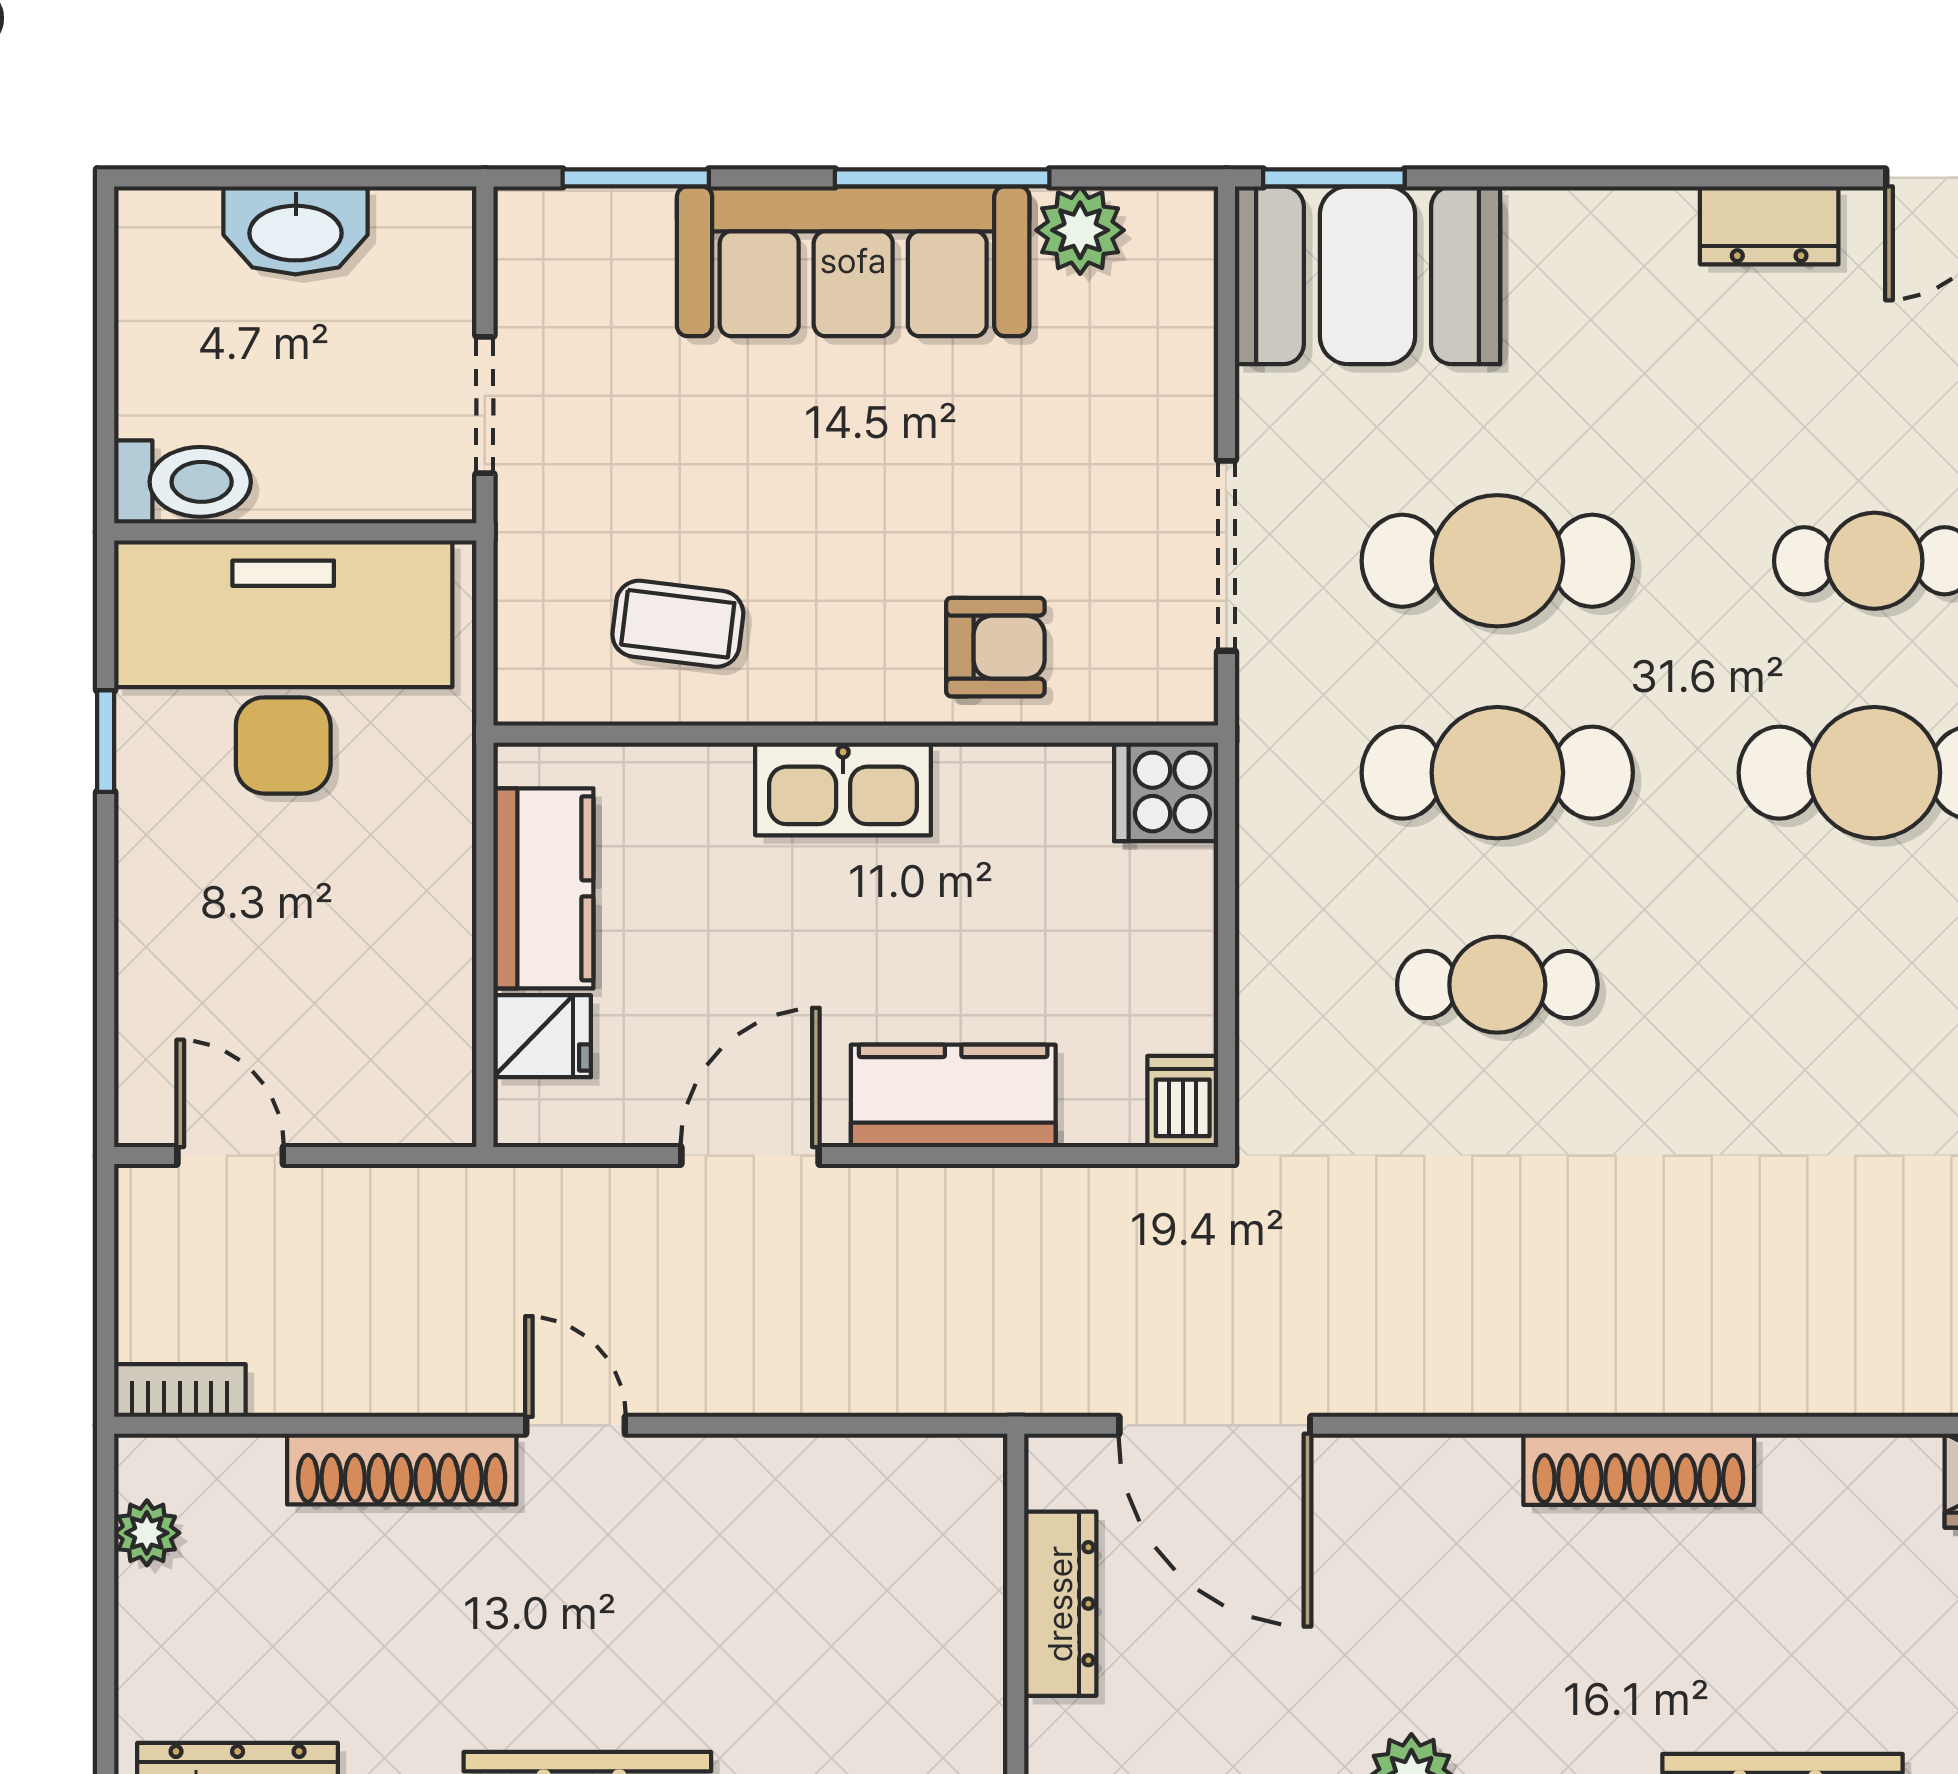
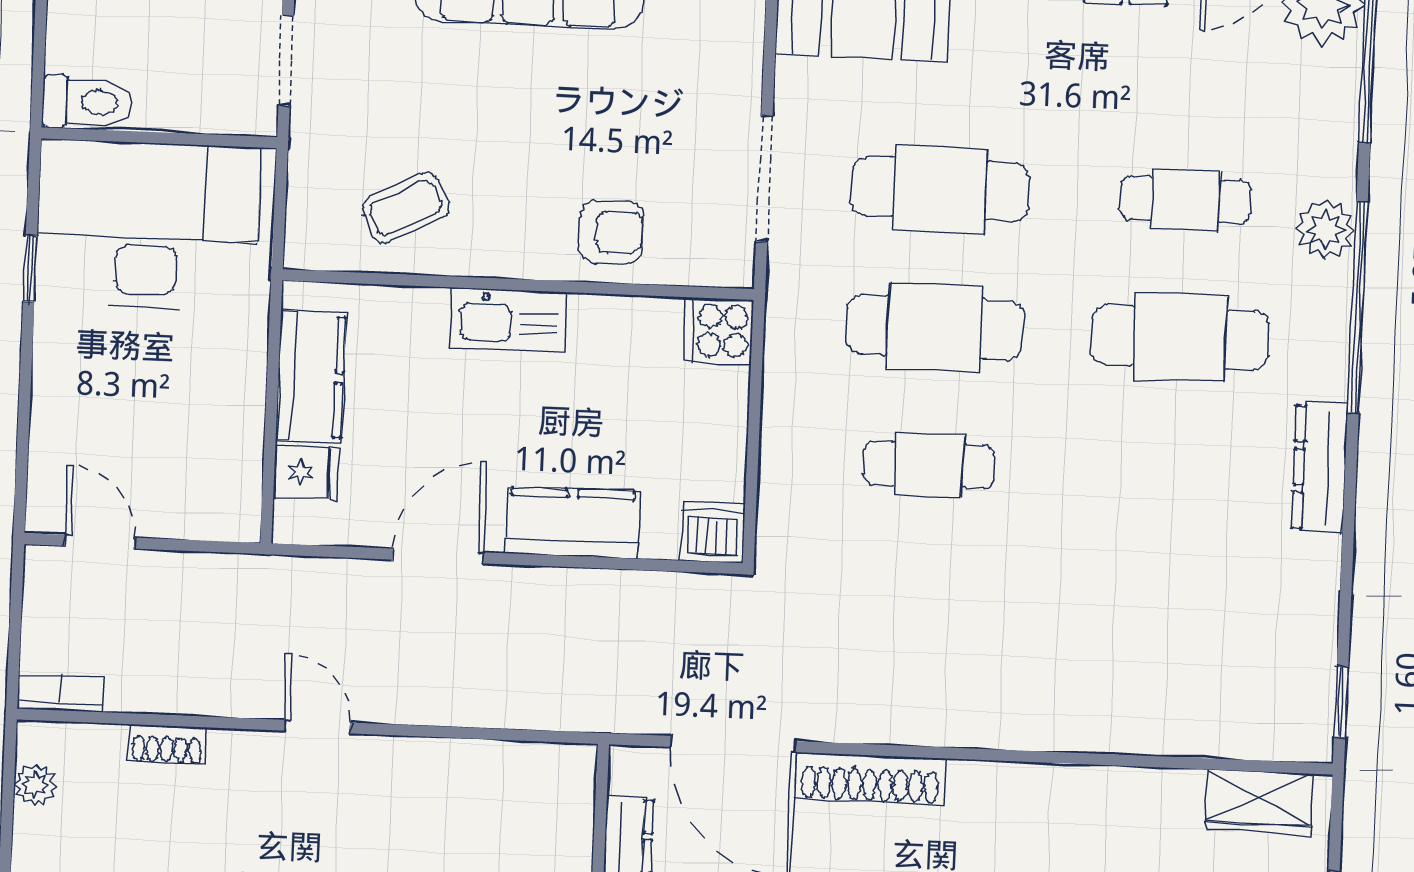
coffee table: (678, 624) -> (406, 208), turned -34
dishwasher: (1183, 1102) -> (712, 532), width x1.38
shoe rack: (402, 1469) -> (167, 744), width x0.51, depth x0.81
shoe rack: (1639, 1469) -> (870, 778), moved

